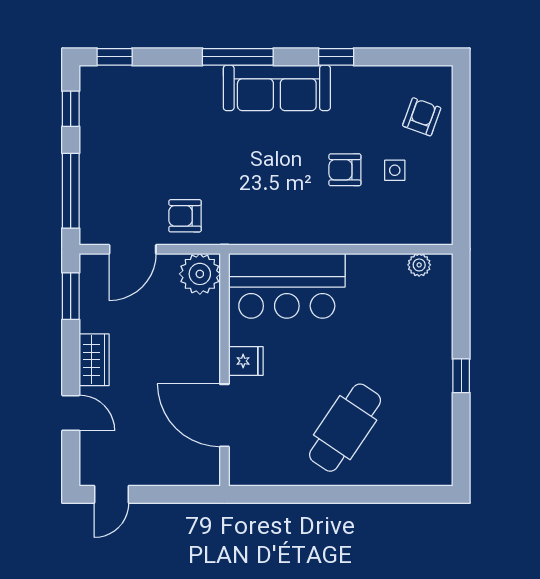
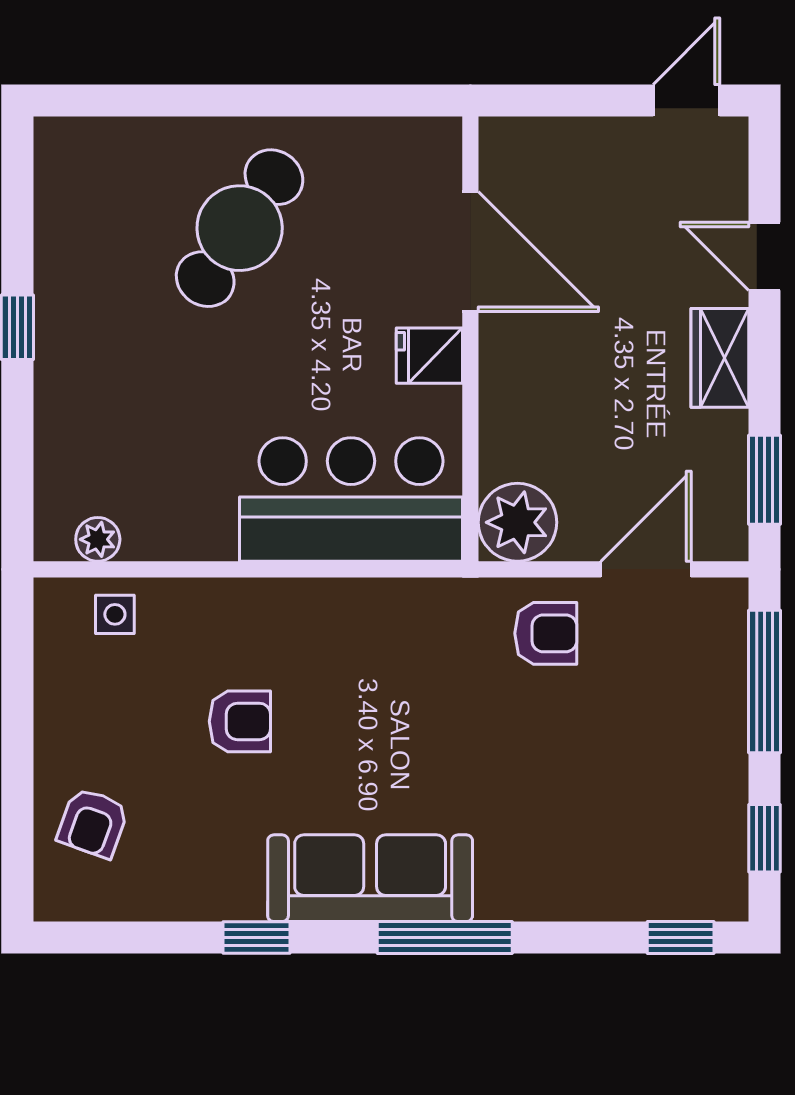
side table: (395, 170) -> (115, 614), moved

